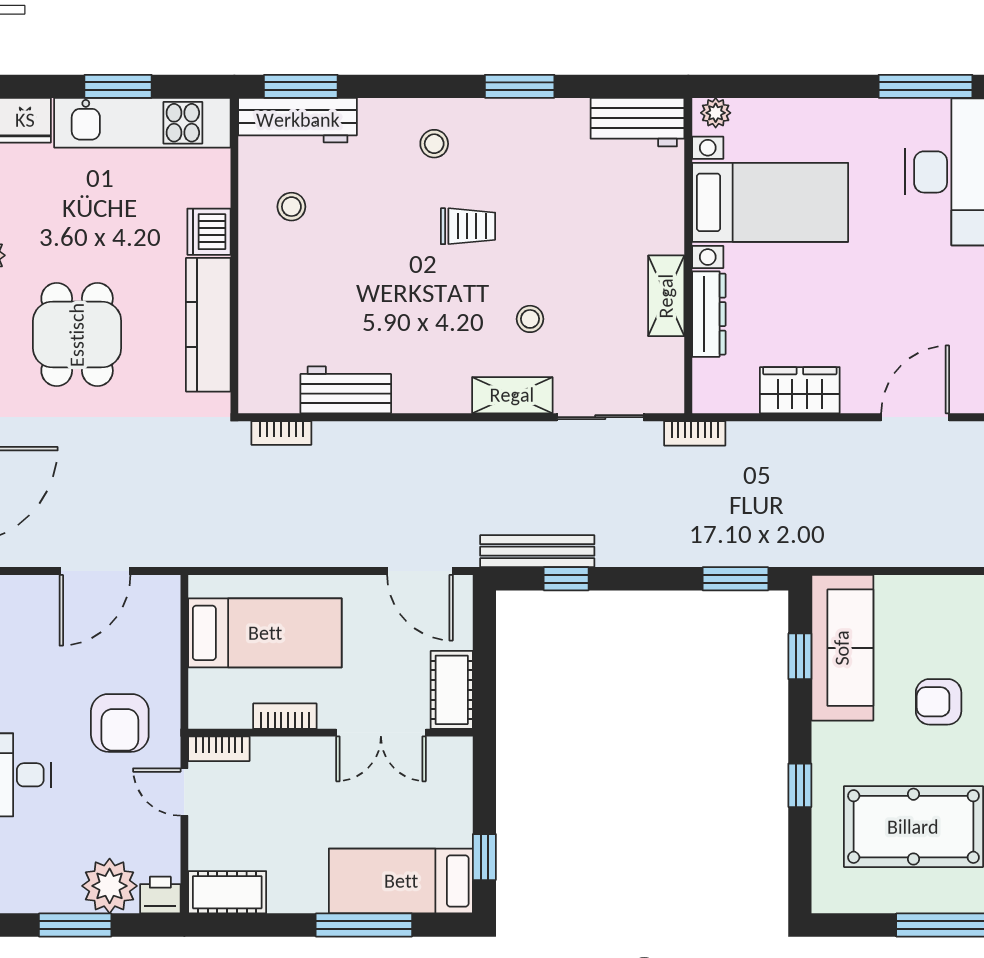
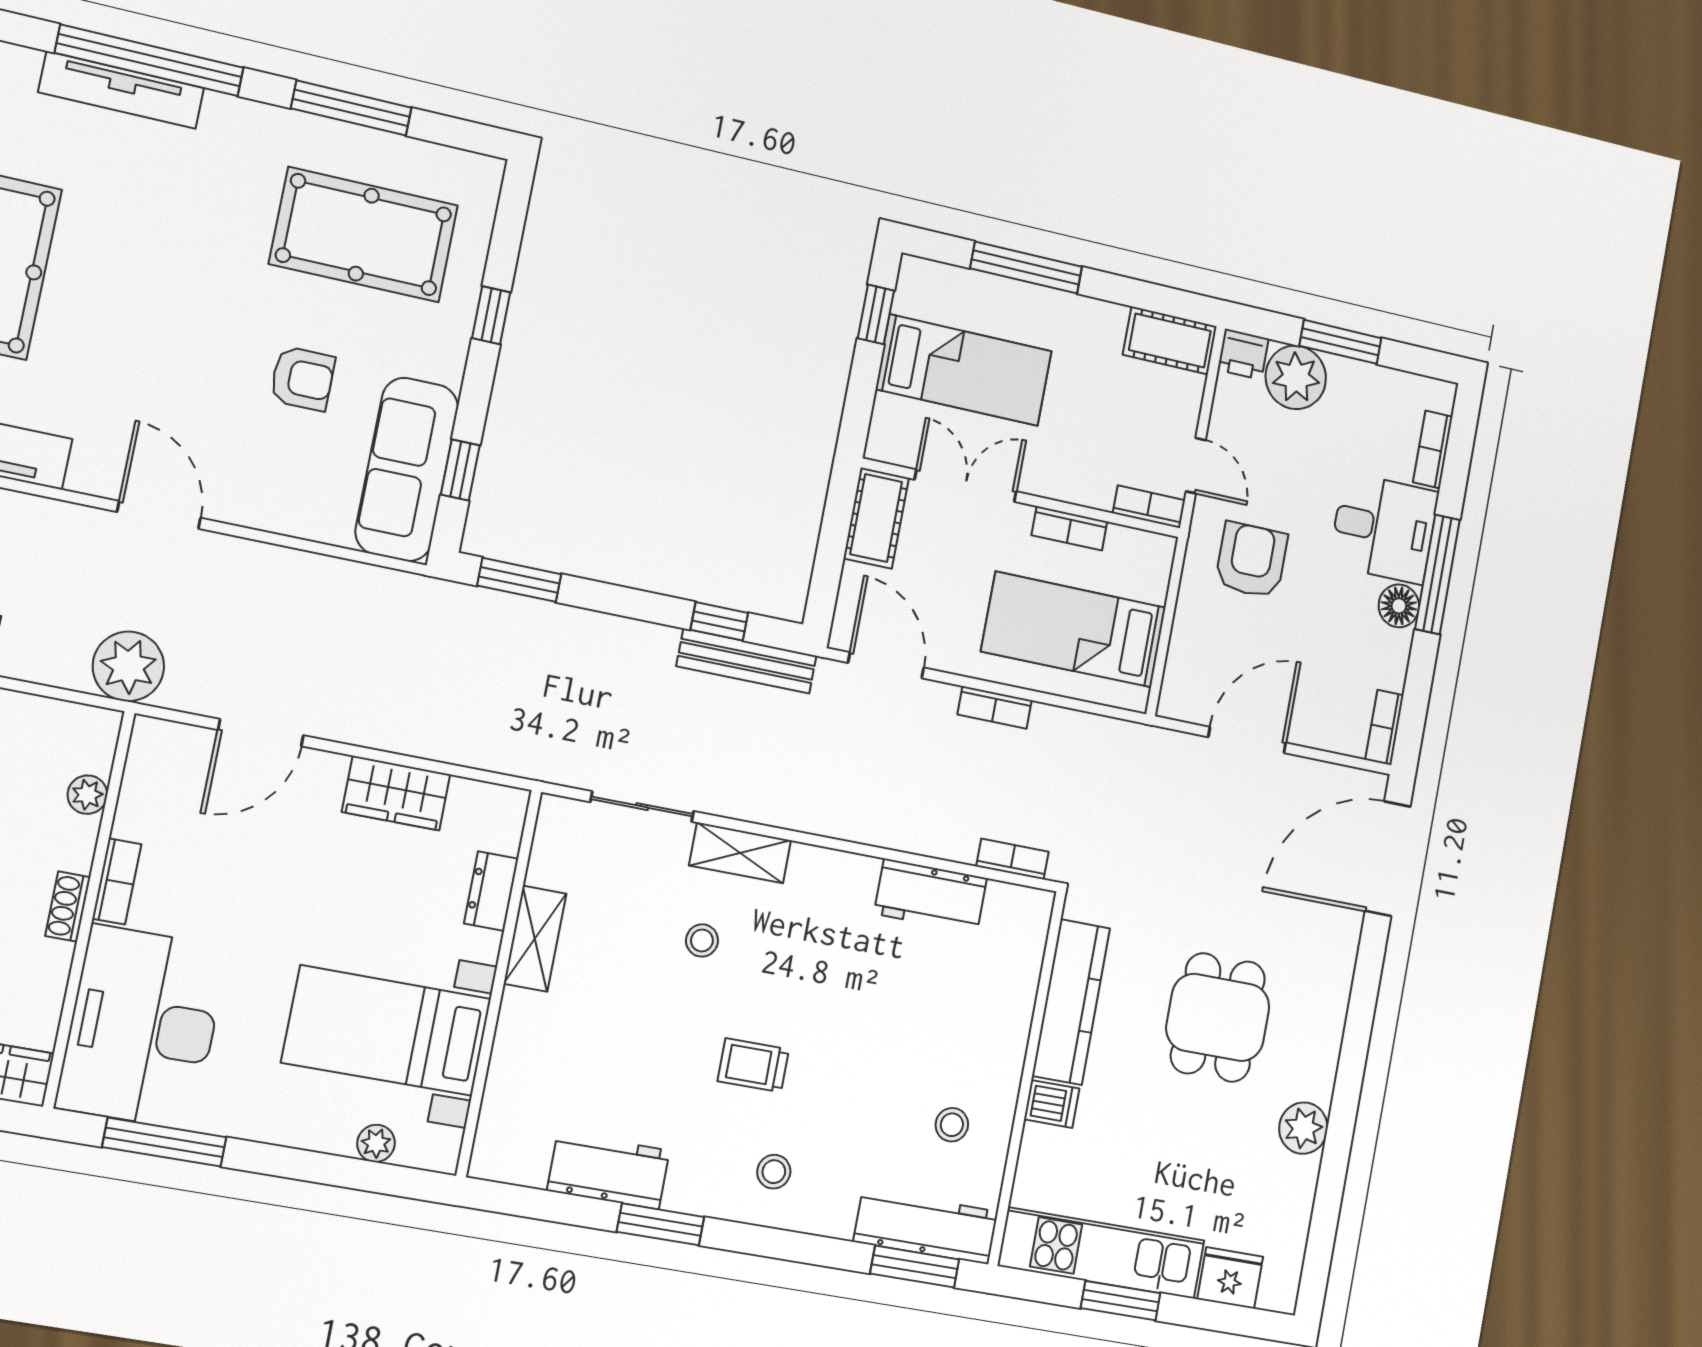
plant: (716, 113) -> (376, 1143), moved
workbench: (637, 122) -> (608, 1171), moved
dishwasher: (209, 232) -> (1052, 1104), width x0.73
dresser: (709, 314) -> (491, 891), width x0.70
bookcase: (695, 433) -> (995, 707), moved, turned 180
bed: (401, 881) -> (964, 370), moved

